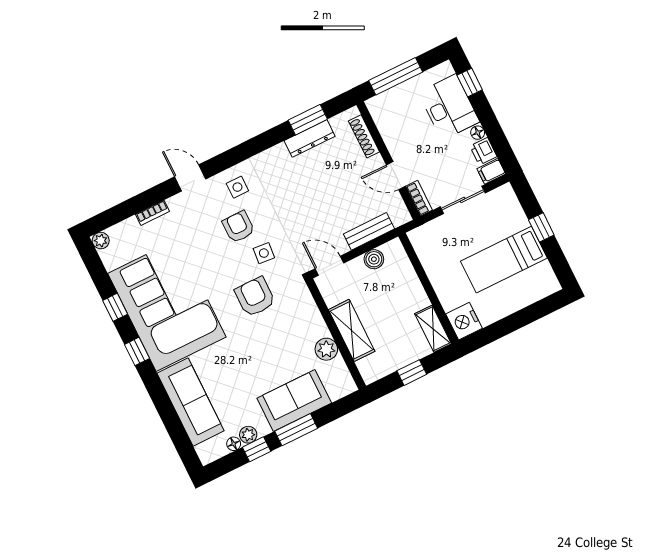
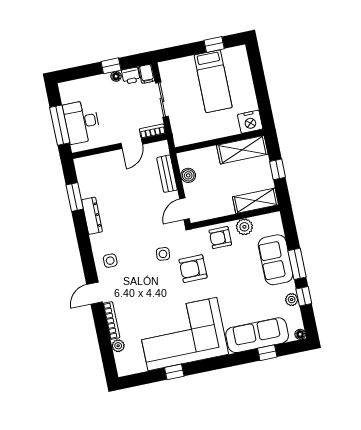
window: (470, 82) -> (111, 66), moved
desk: (449, 107) -> (82, 122), moved, turned -90
shoe rack: (364, 136) -> (97, 159), removed
dresser: (310, 138) -> (92, 216), moved
bookcase: (152, 213) -> (111, 320), width x1.56
armchair: (238, 227) -> (220, 238), moved
window: (541, 227) -> (214, 44), moved
plant: (101, 241) -> (118, 346), moved
shelving: (433, 329) -> (242, 150), width x1.50, depth x1.33
shelving: (352, 330) -> (256, 201), moved
window: (137, 351) -> (267, 353), moved
floor lamp: (234, 444) -> (300, 334), moved

